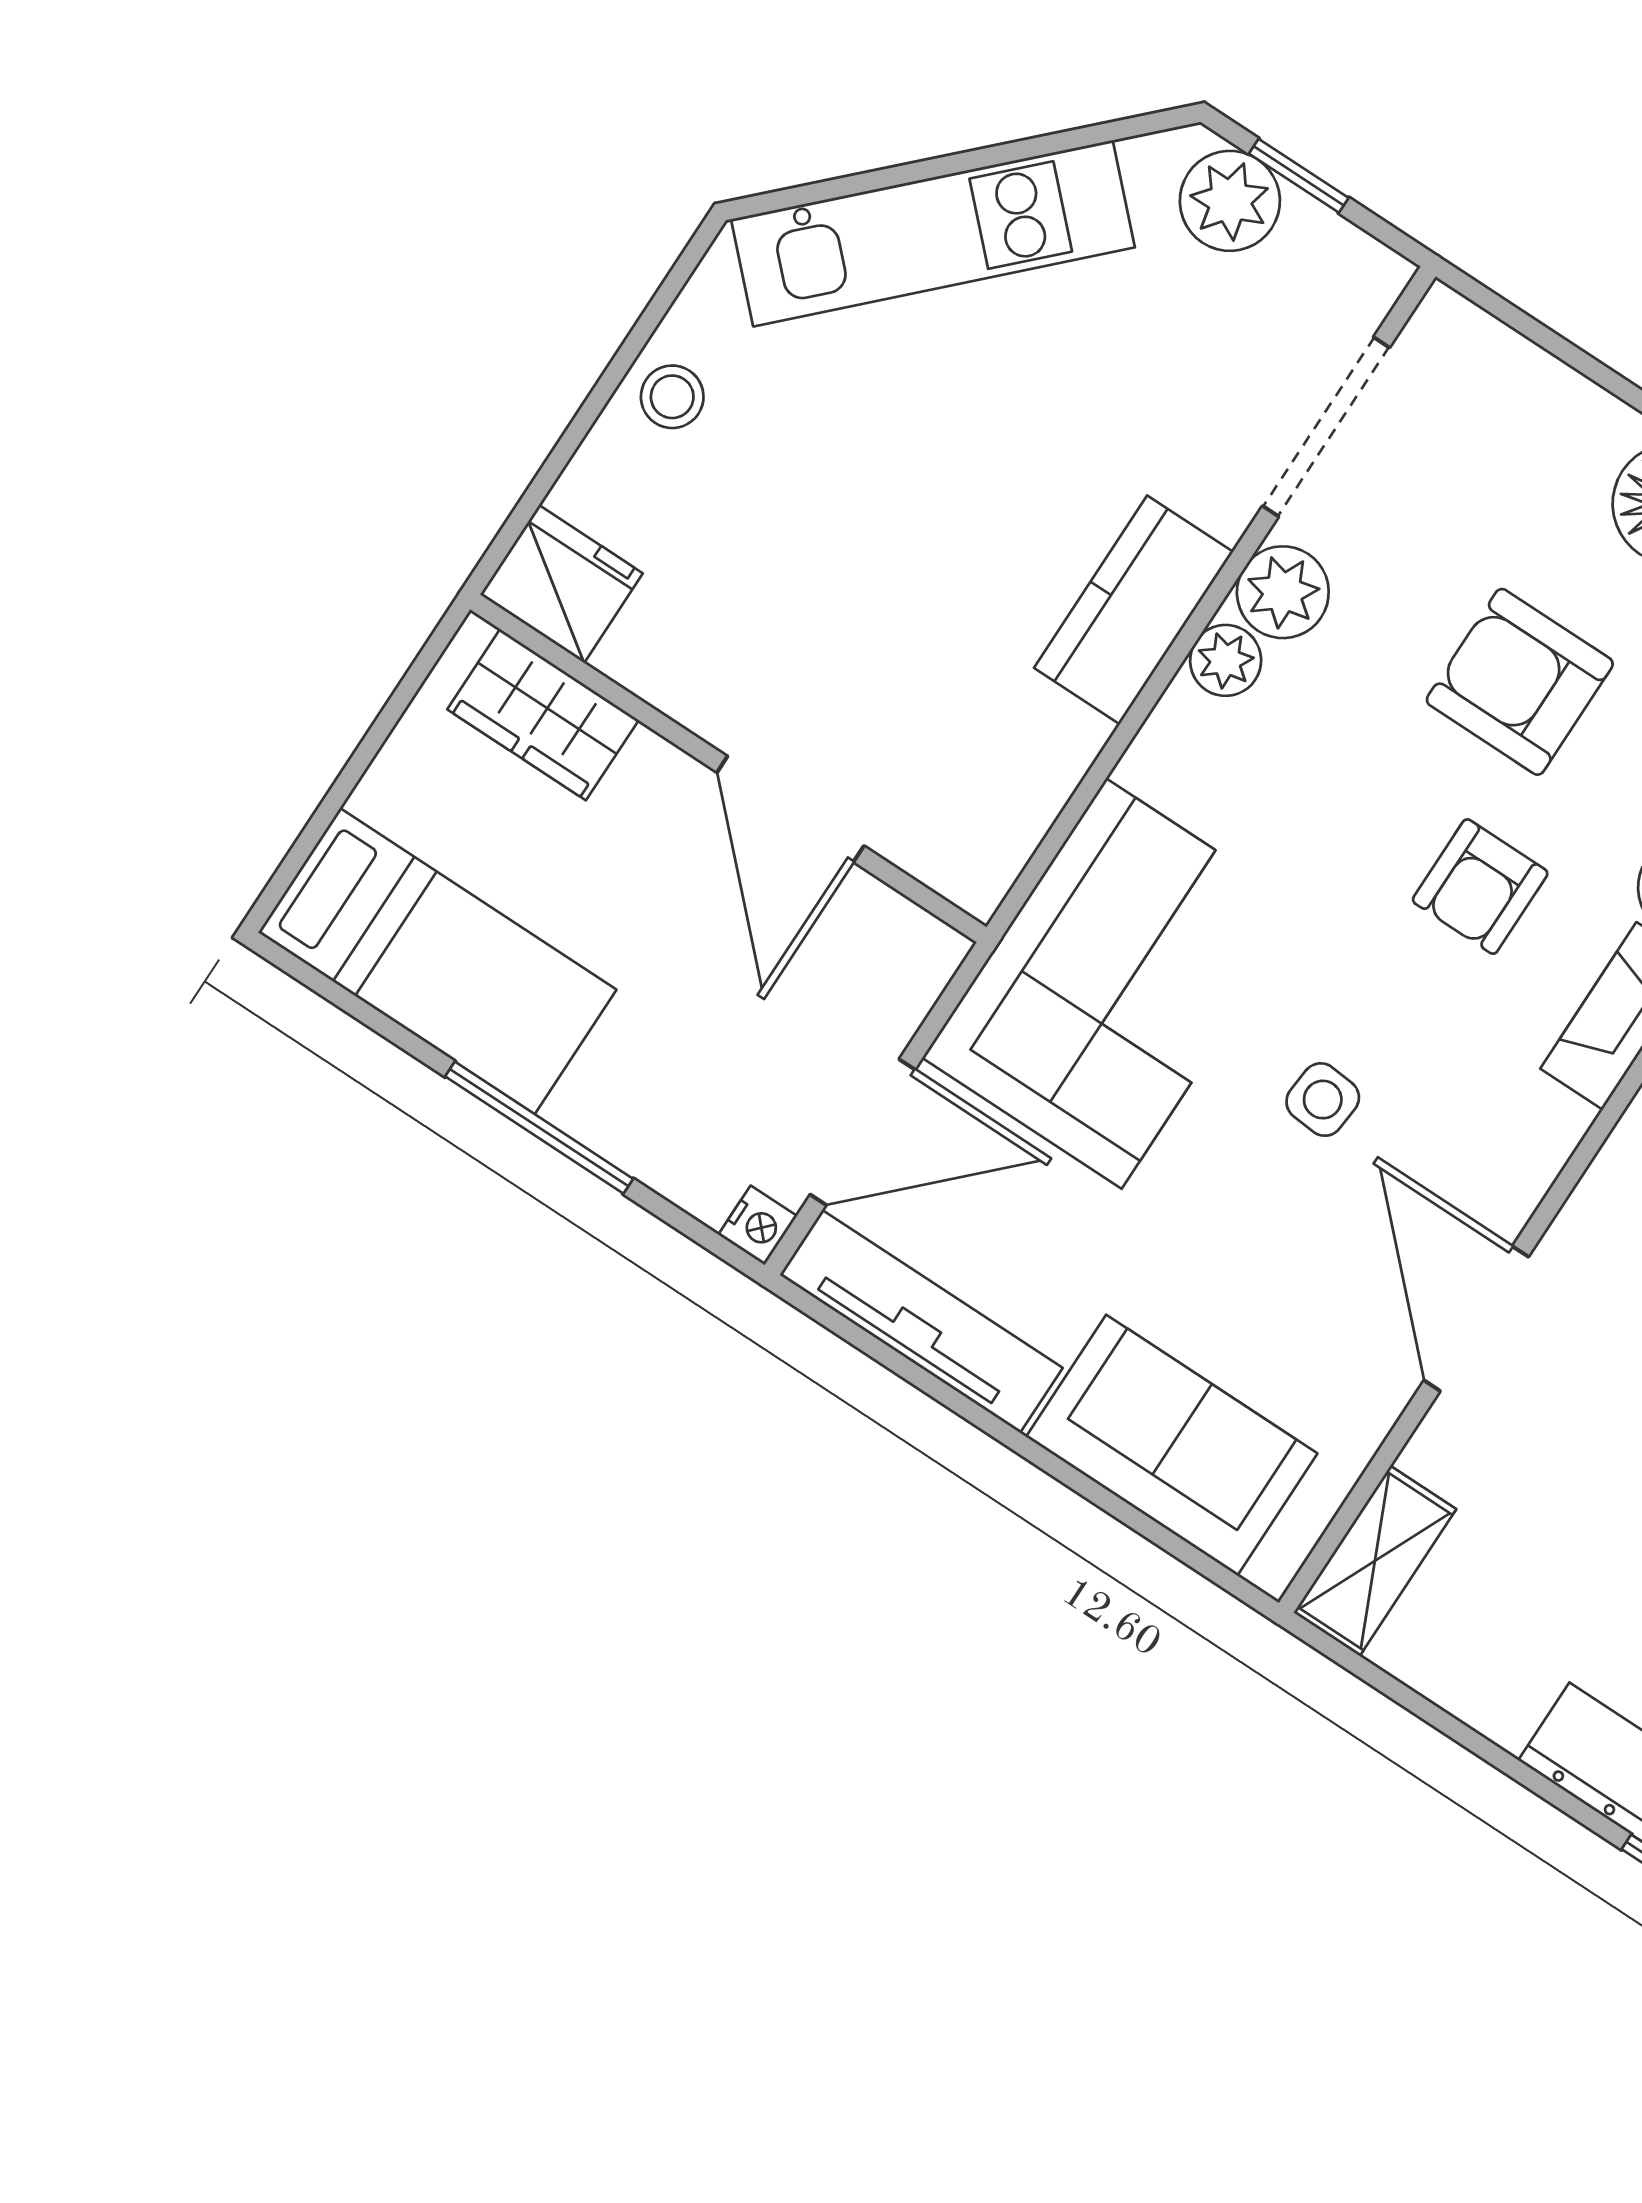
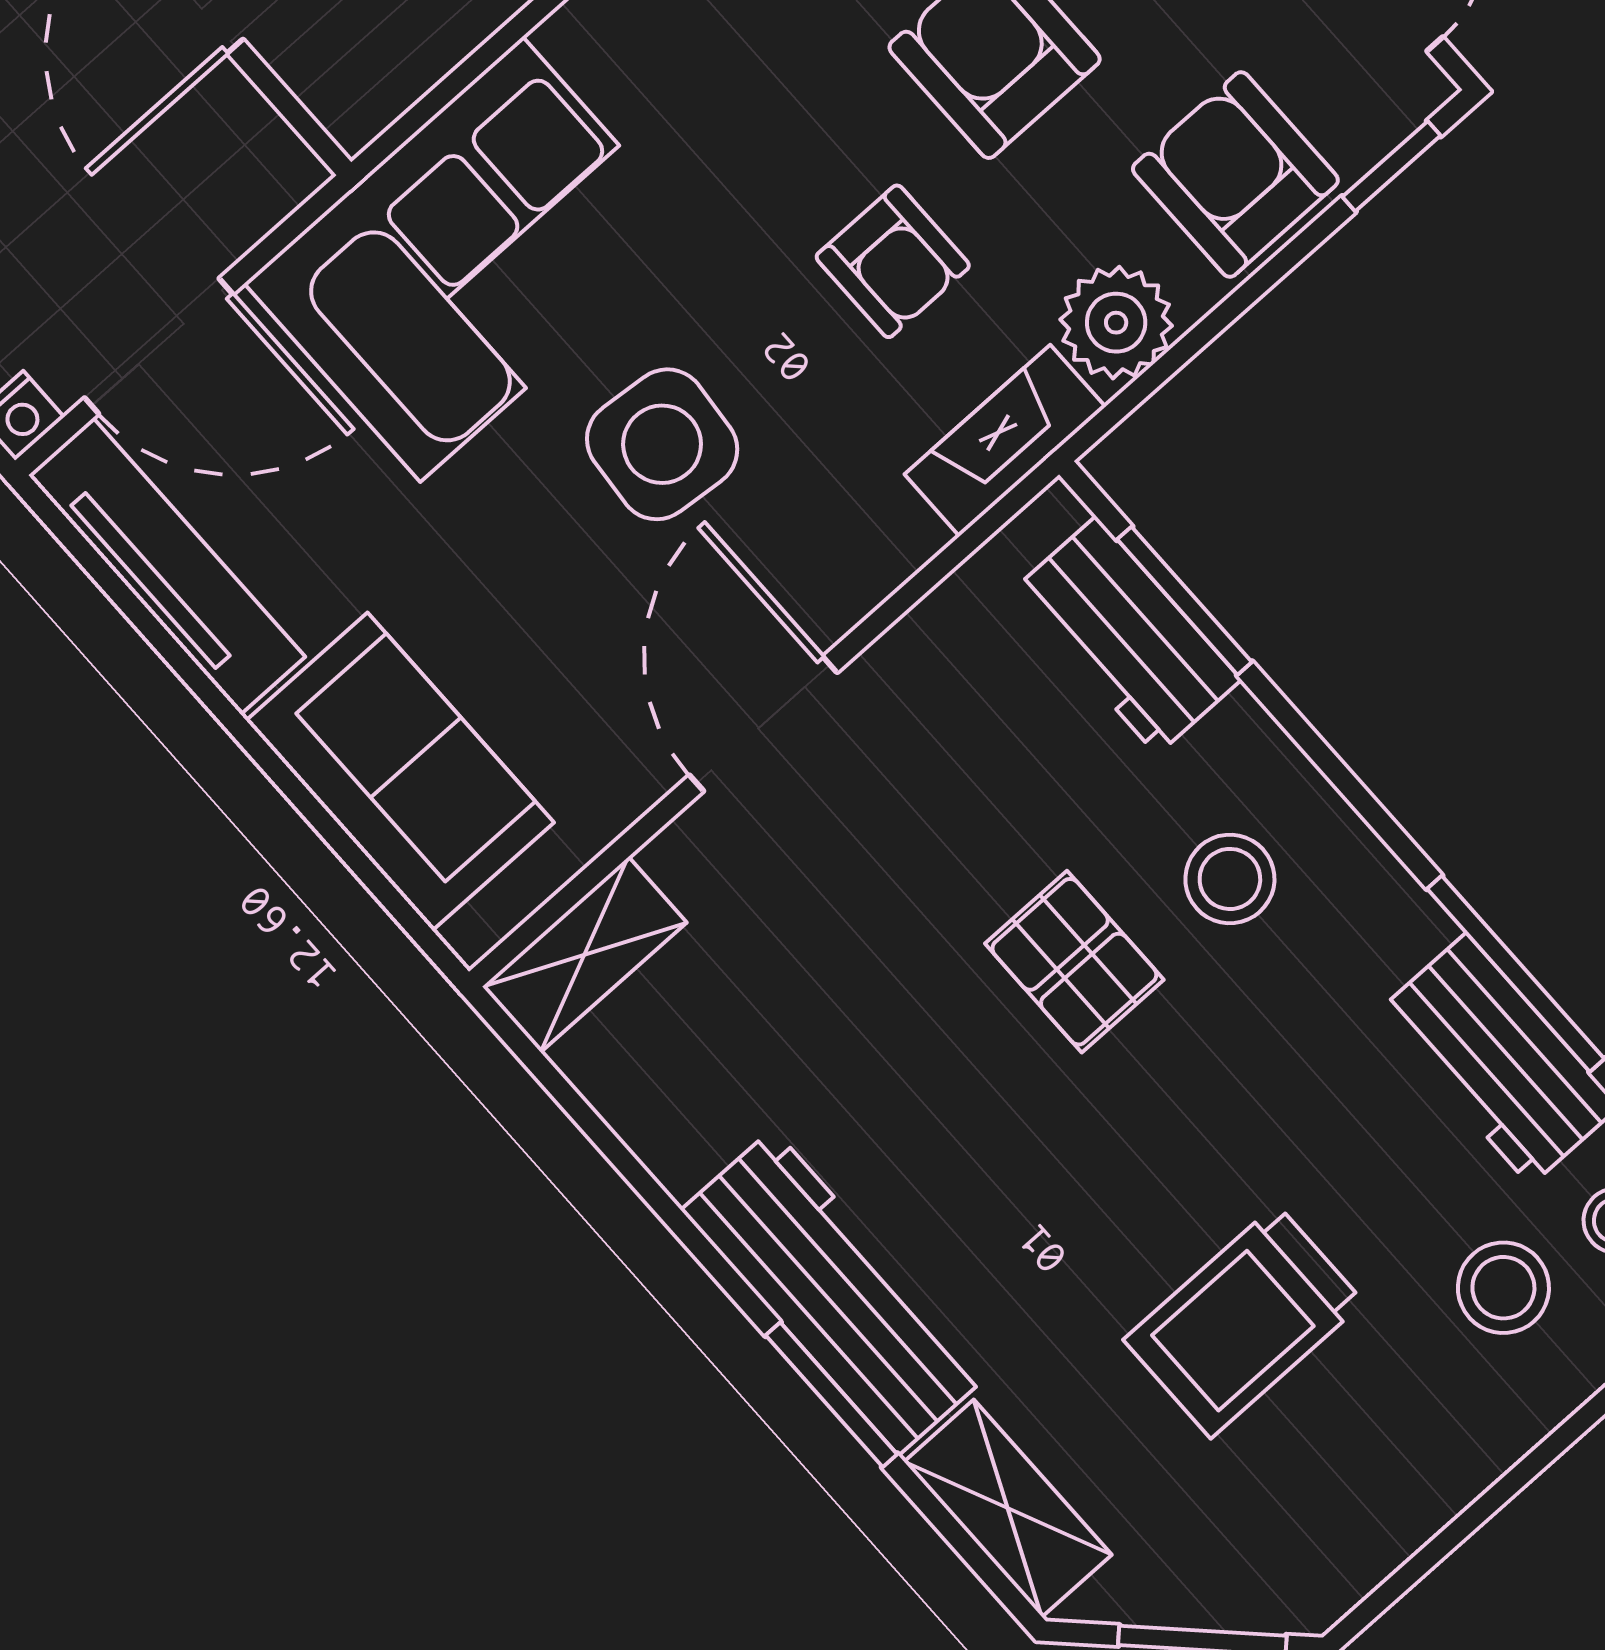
armchair: (1480, 887) -> (893, 261), turned -90
side table: (1323, 1100) -> (662, 444), width x1.87, depth x1.87

